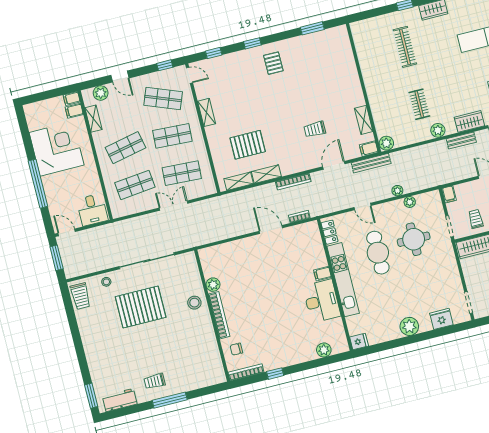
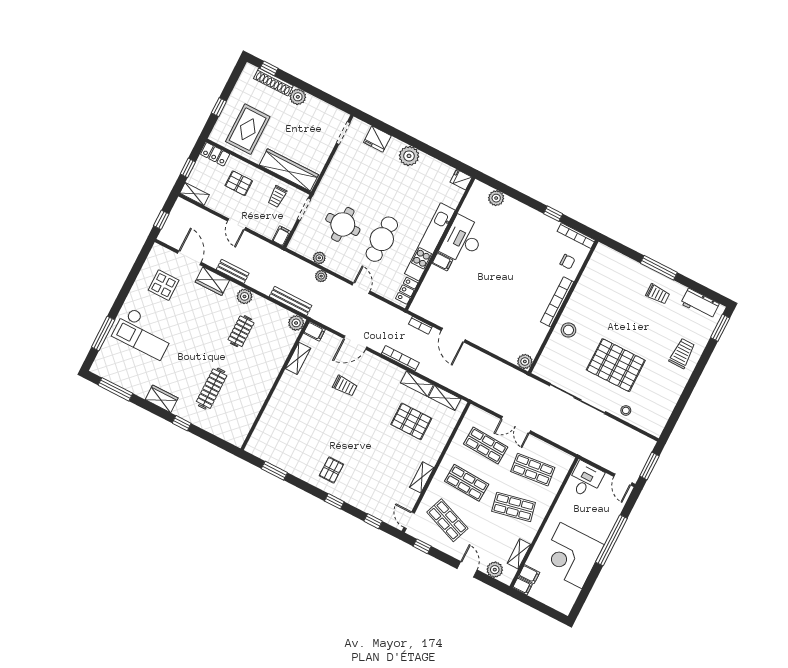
bench: (371, 163) -> (291, 301), moved
plant: (213, 285) -> (525, 361), moved
trolley: (80, 296) -> (682, 353), moved

